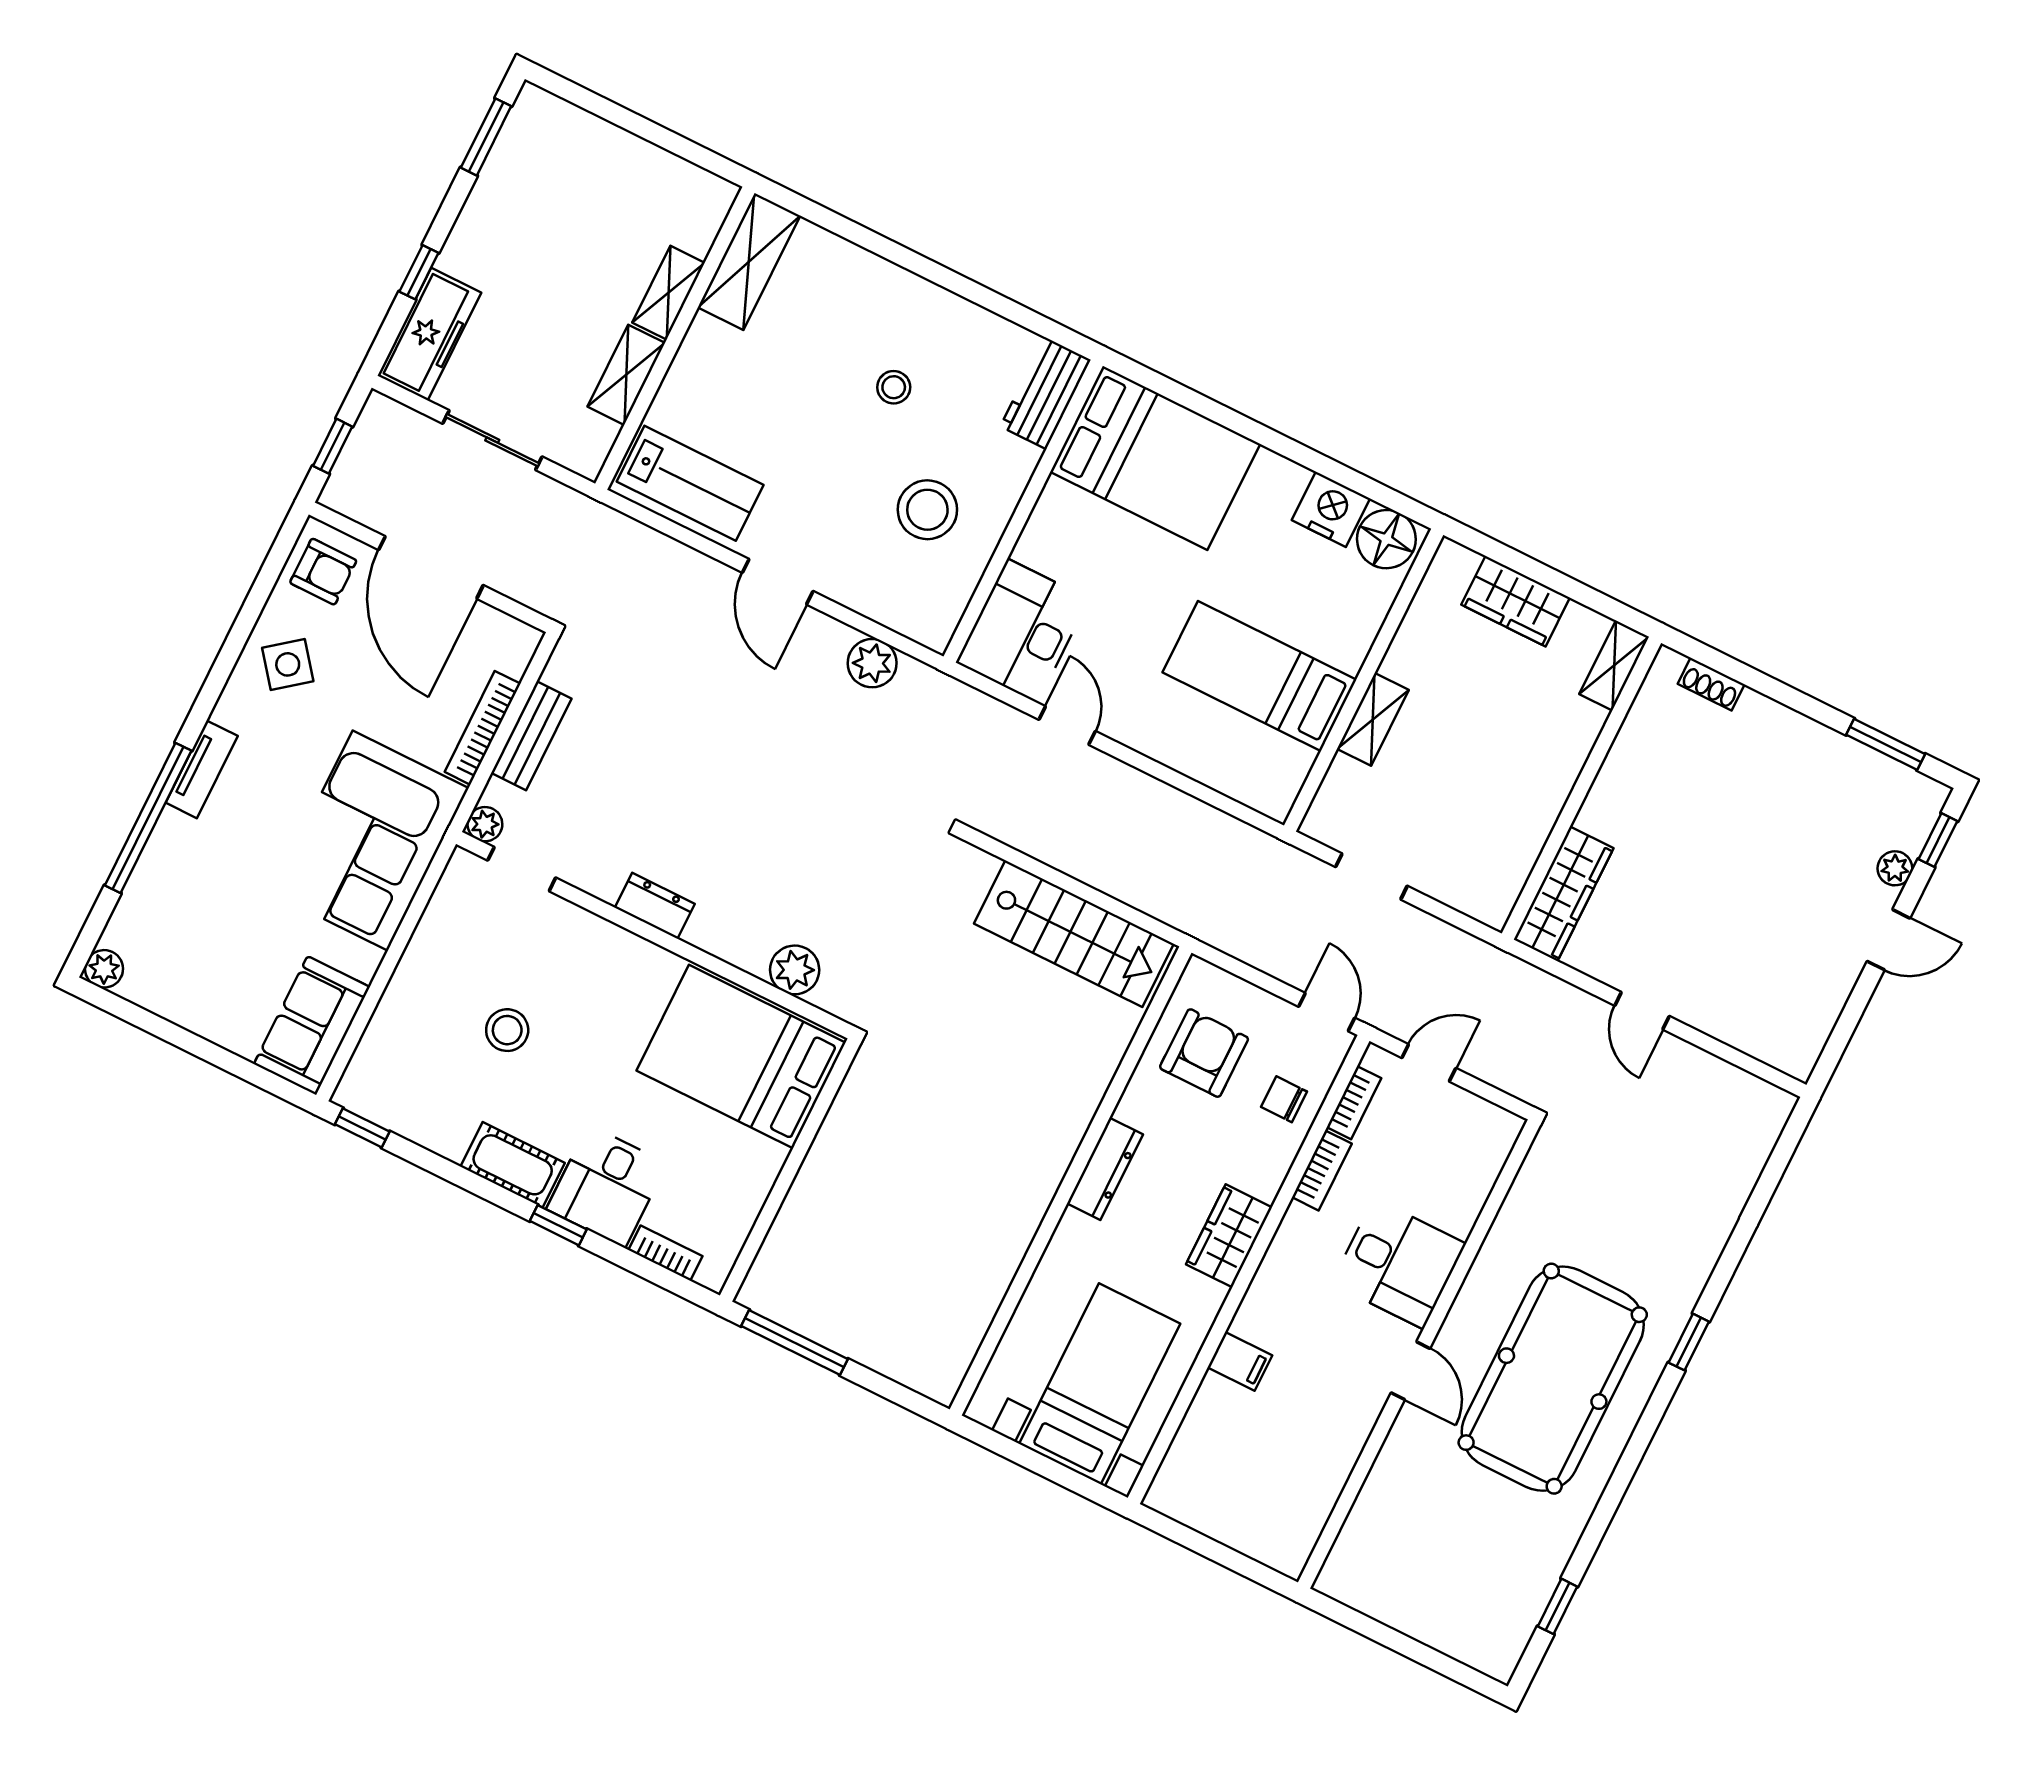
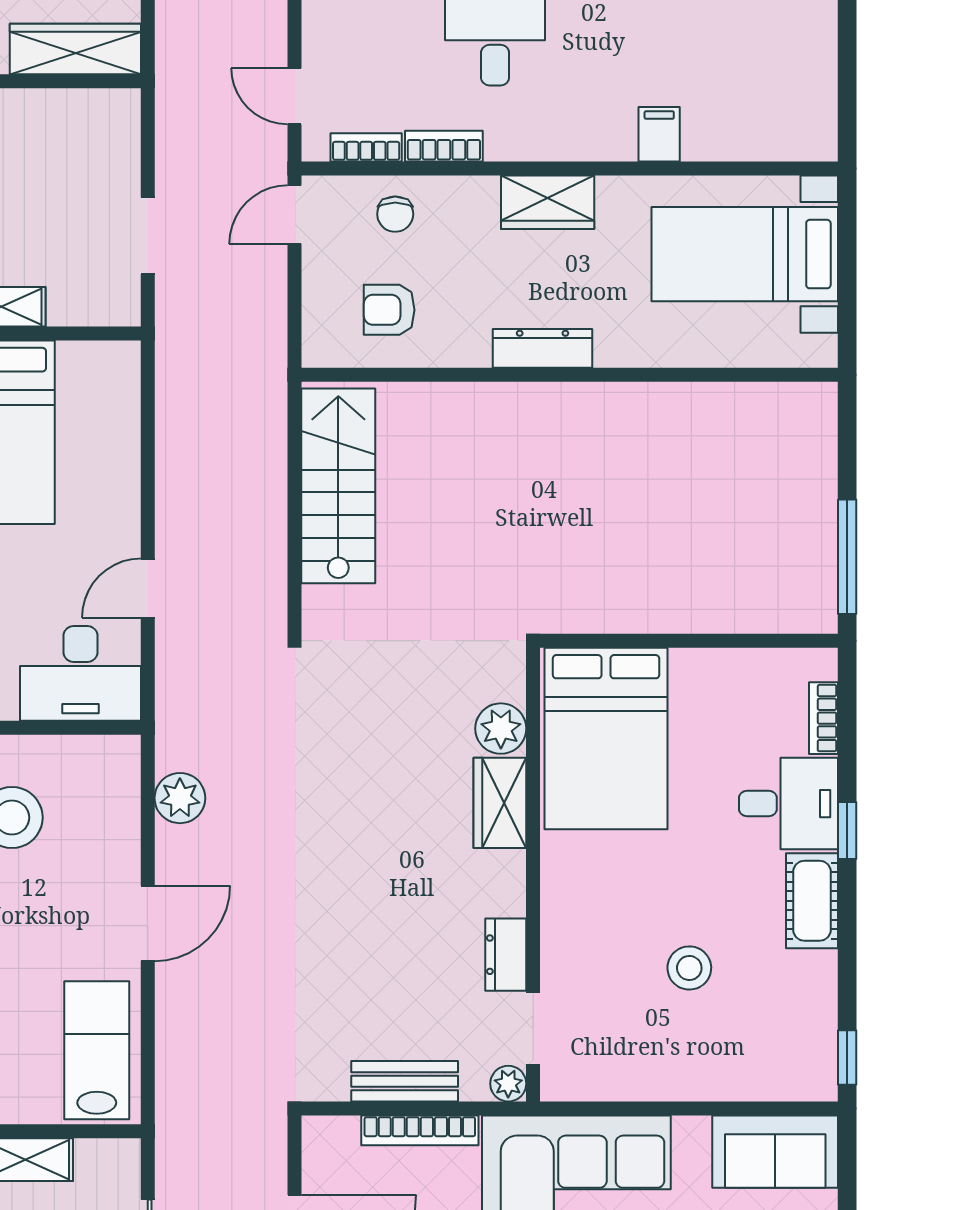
dresser: (655, 906) -> (506, 955), moved
wardrobe: (731, 937) -> (500, 803), added
armchair: (1204, 1053) -> (389, 310), width x0.72, depth x0.72

